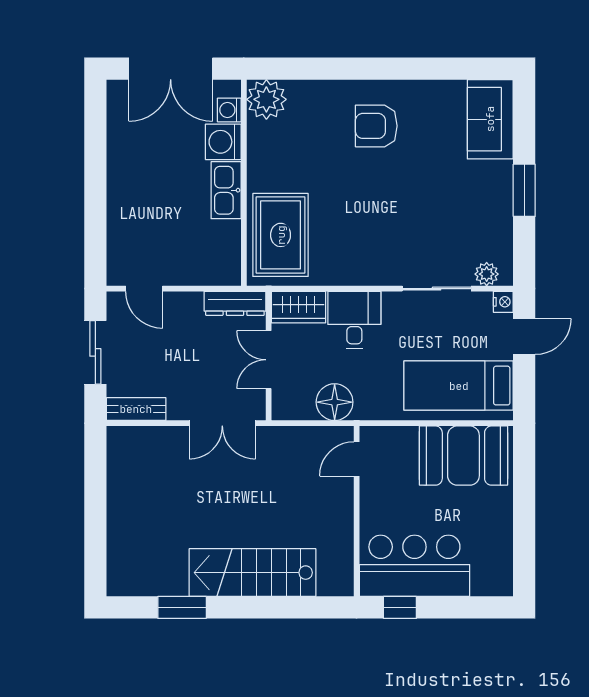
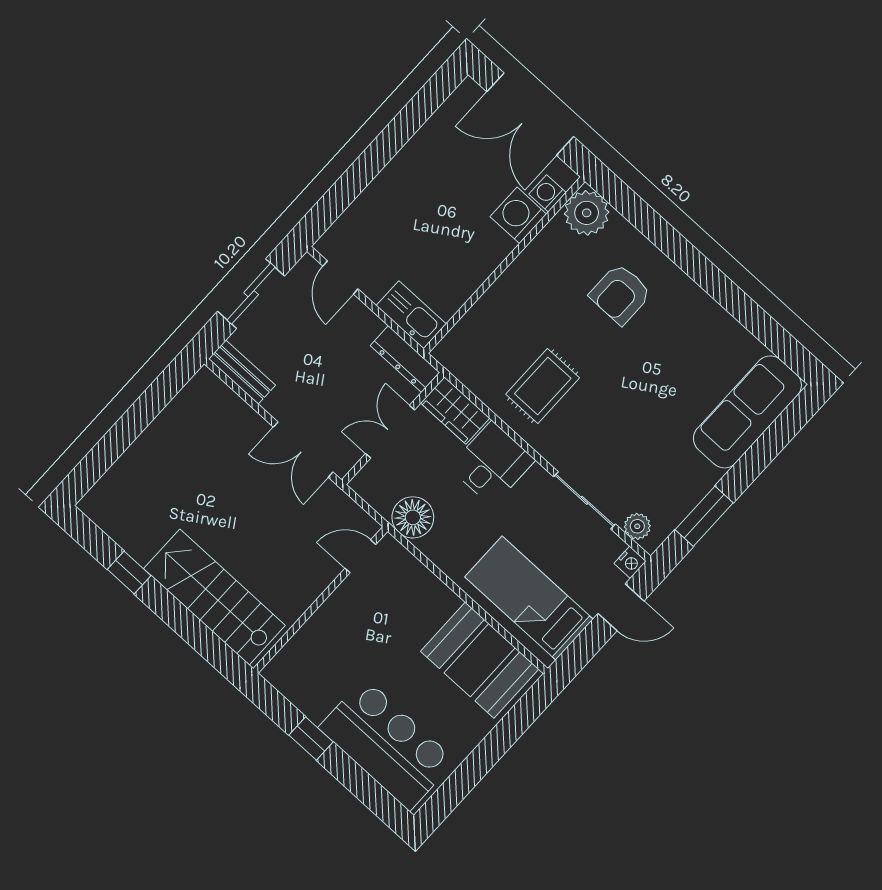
sofa: (490, 119) -> (747, 412), width x1.36
armchair: (376, 126) -> (620, 294), moved, turned -90
kitchen sink: (226, 190) -> (411, 315), moved, turned 90
window: (524, 190) -> (704, 516), moved
rug: (281, 235) -> (543, 386), moved, width x0.73, depth x0.70
door: (357, 459) -> (360, 556), moved
wall: (357, 511) -> (320, 600), moved
bar counter: (414, 566) -> (387, 744), moved
window: (182, 607) -> (129, 573), width x0.67

